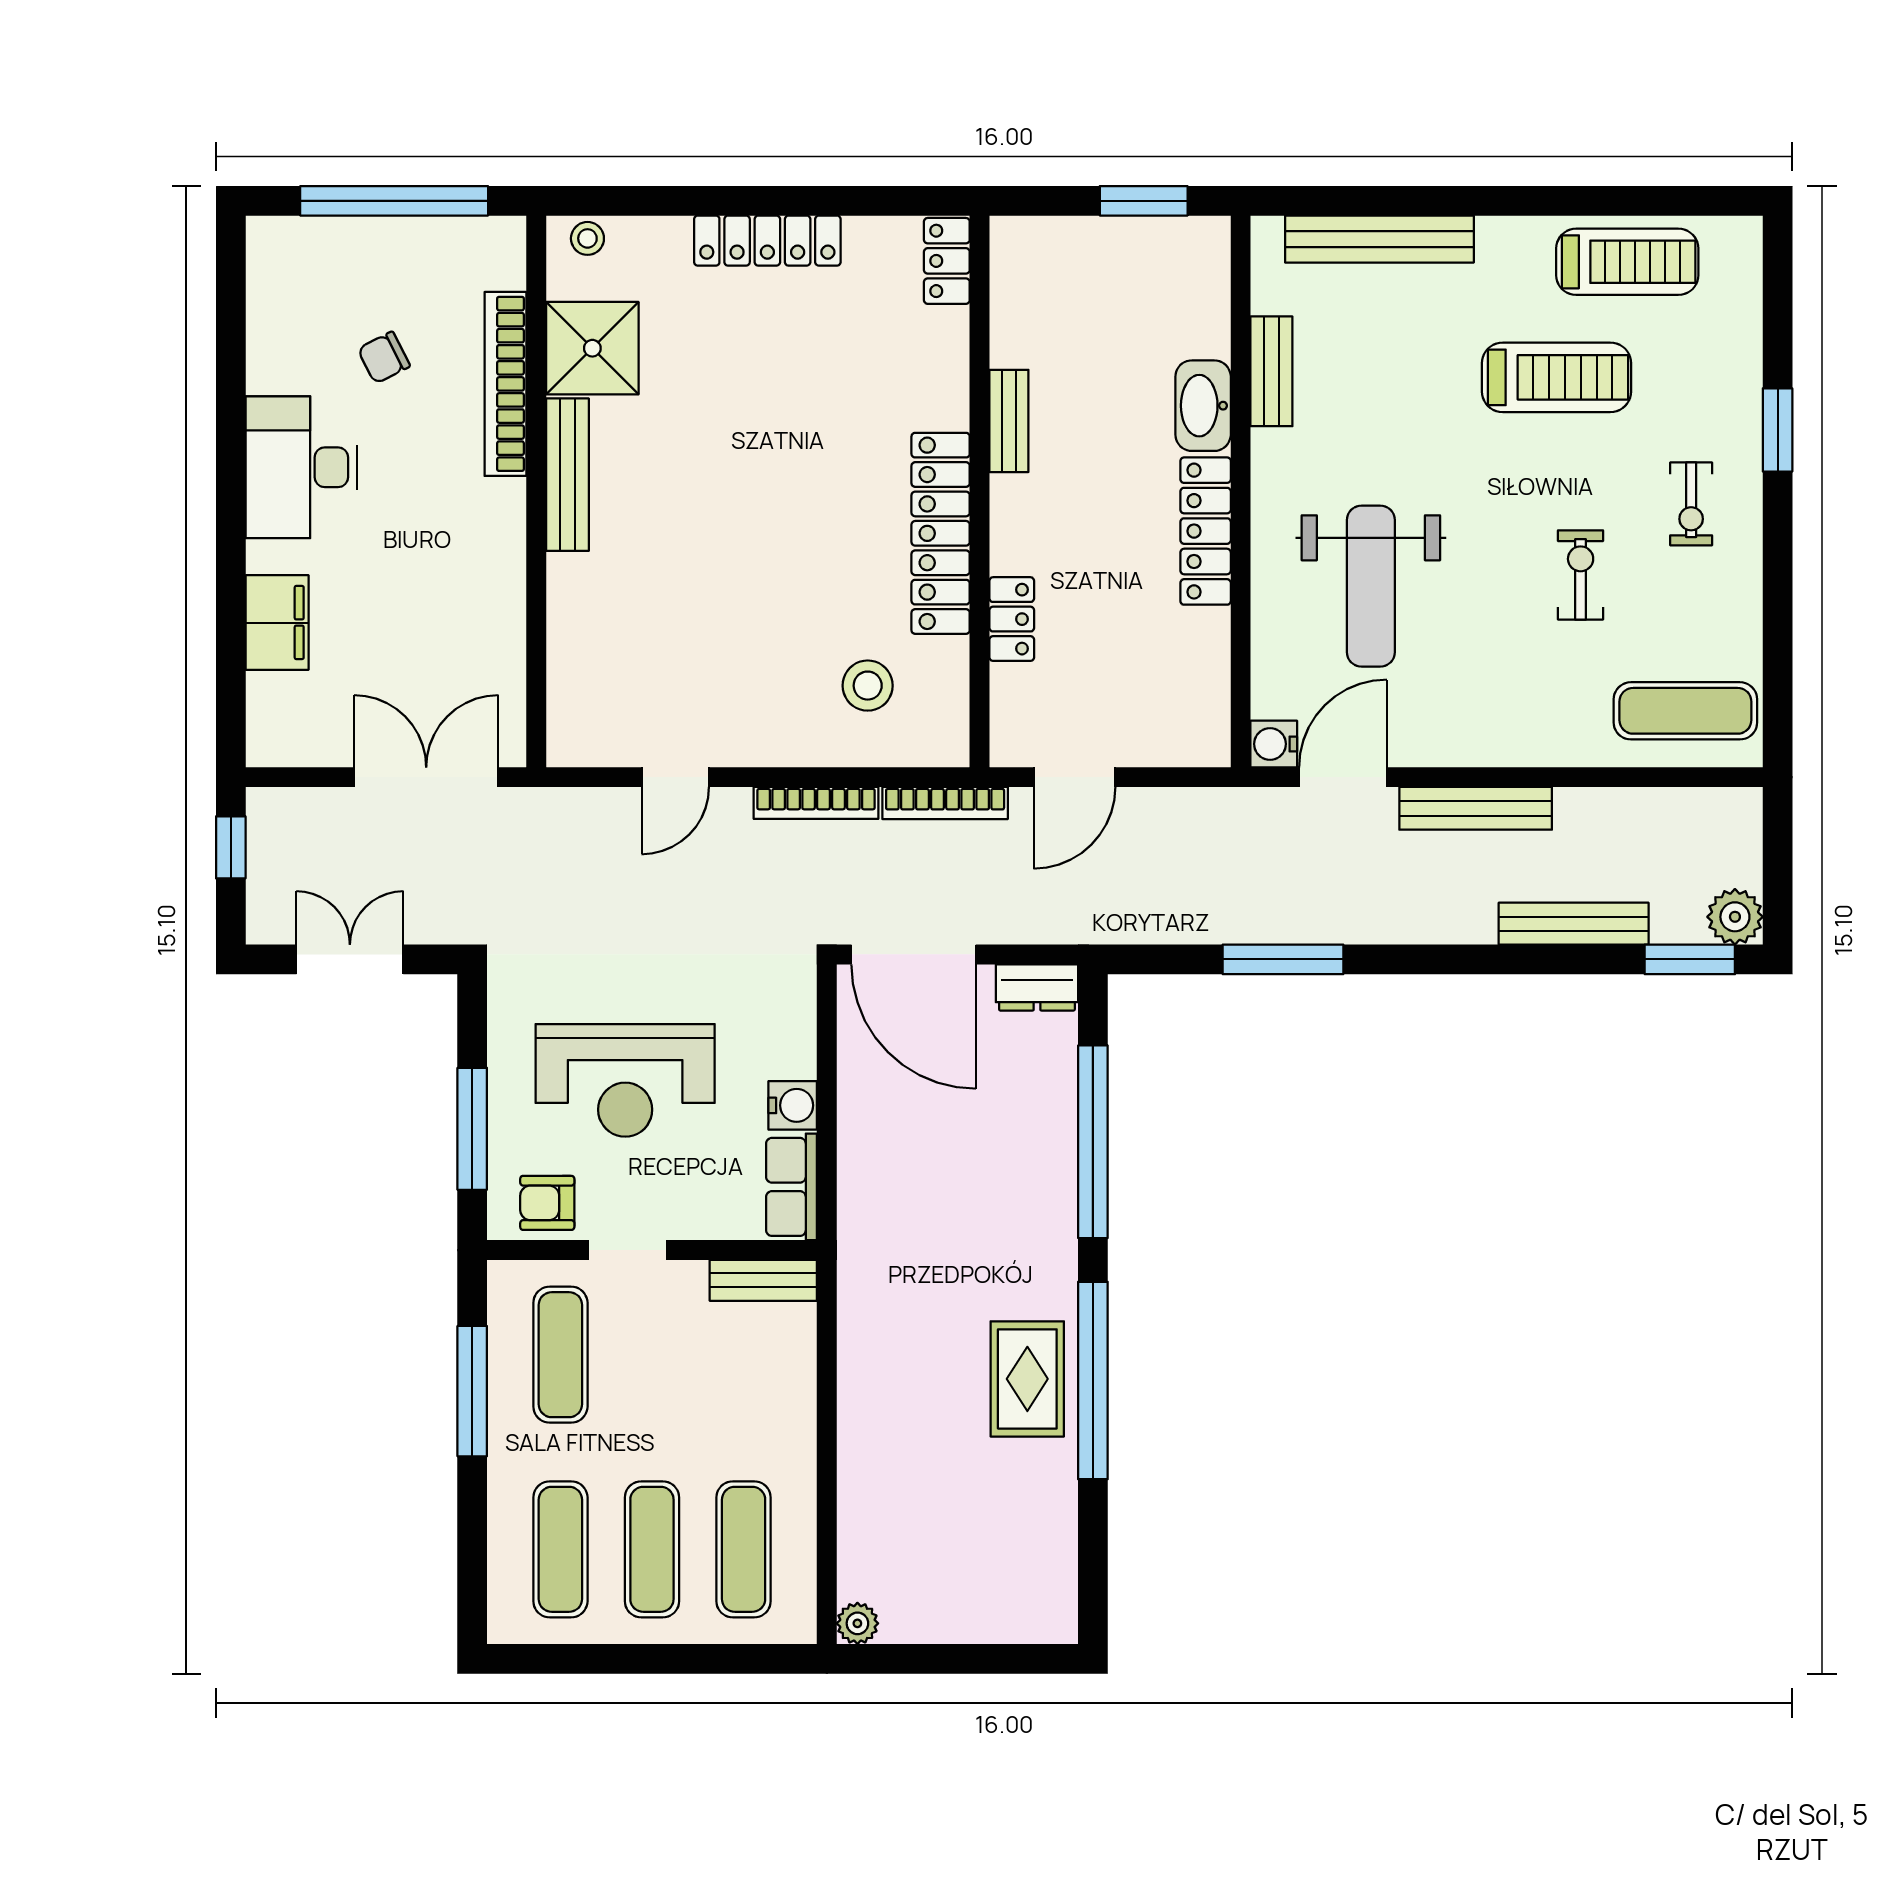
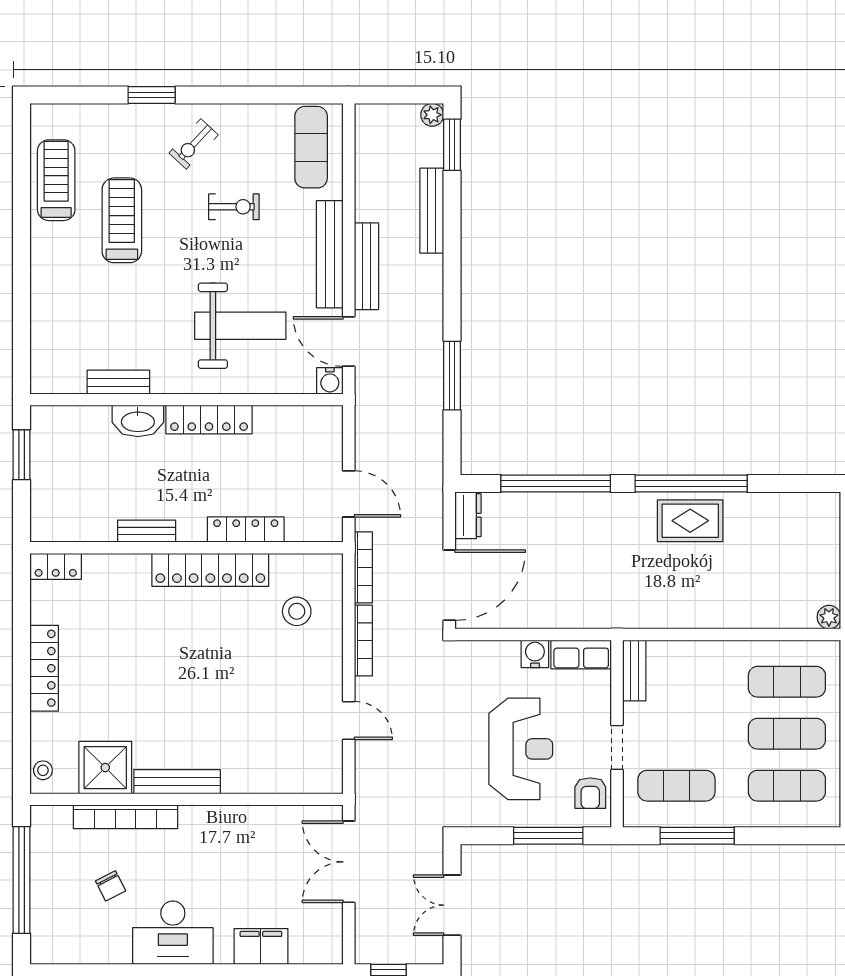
bench: (1379, 239) -> (330, 254), moved
exercise bike: (1691, 504) -> (194, 144), turned 133
exercise bike: (1581, 575) -> (234, 207), turned 180
locker: (1012, 619) -> (246, 530), width x1.53
plant: (1735, 917) -> (432, 115), width x0.73, depth x0.73

